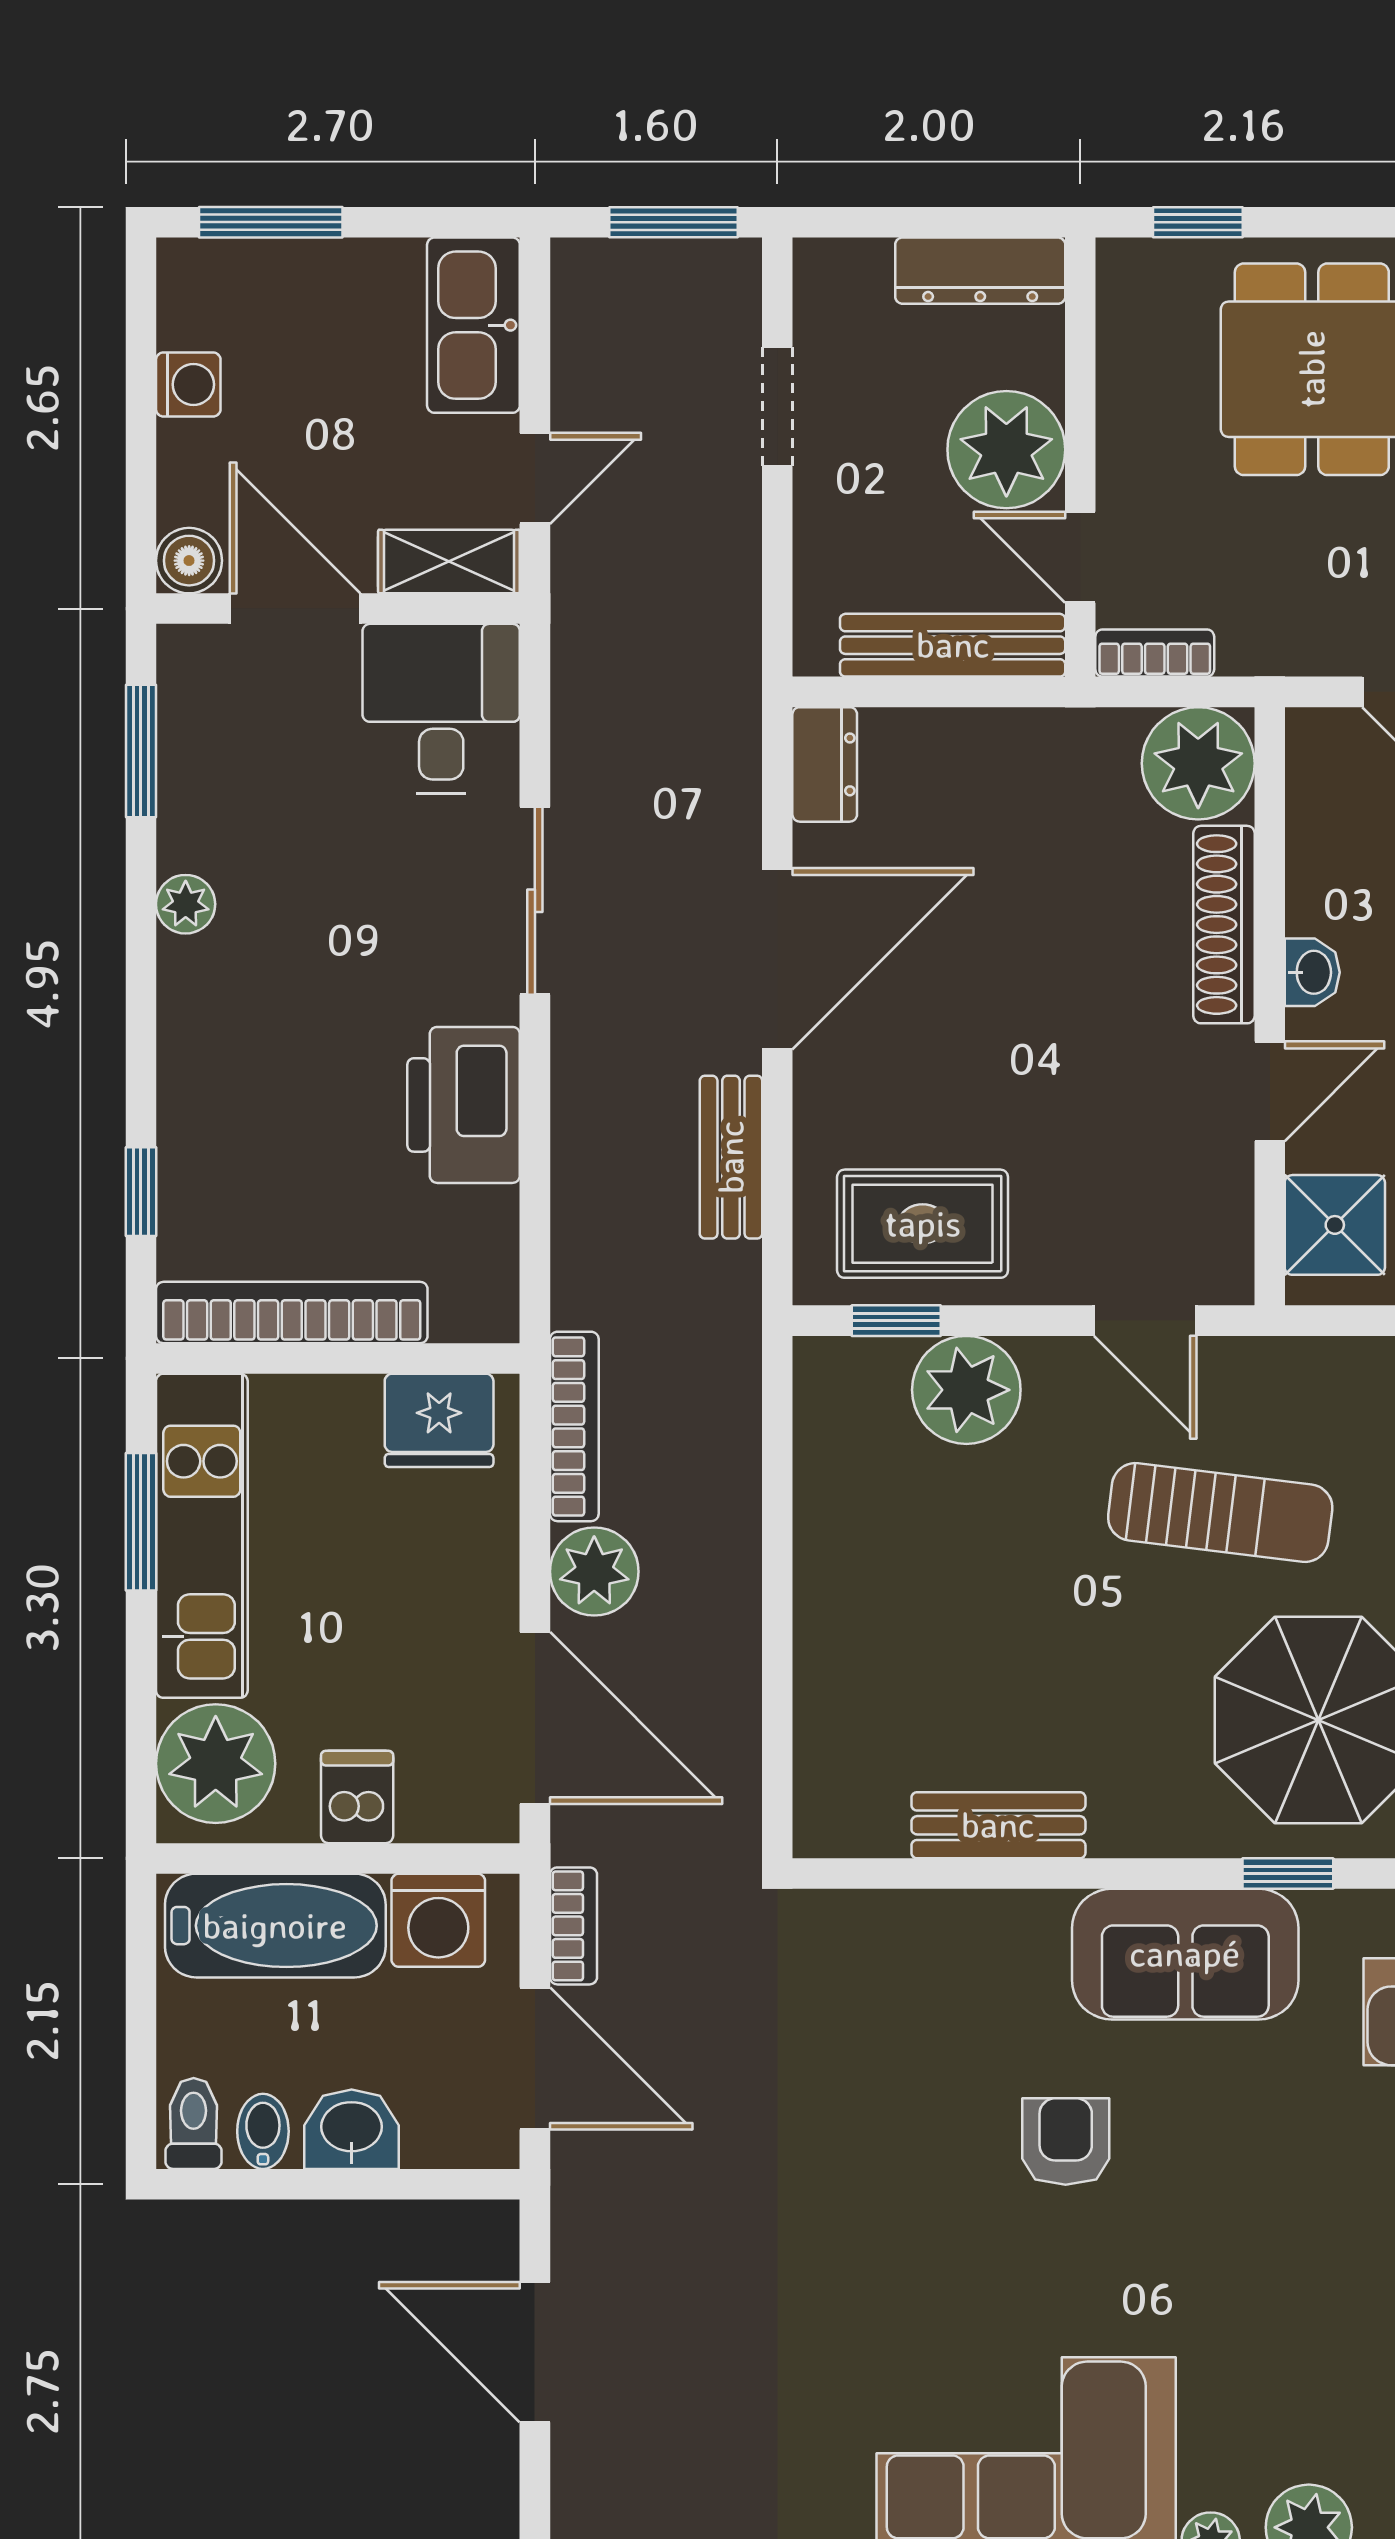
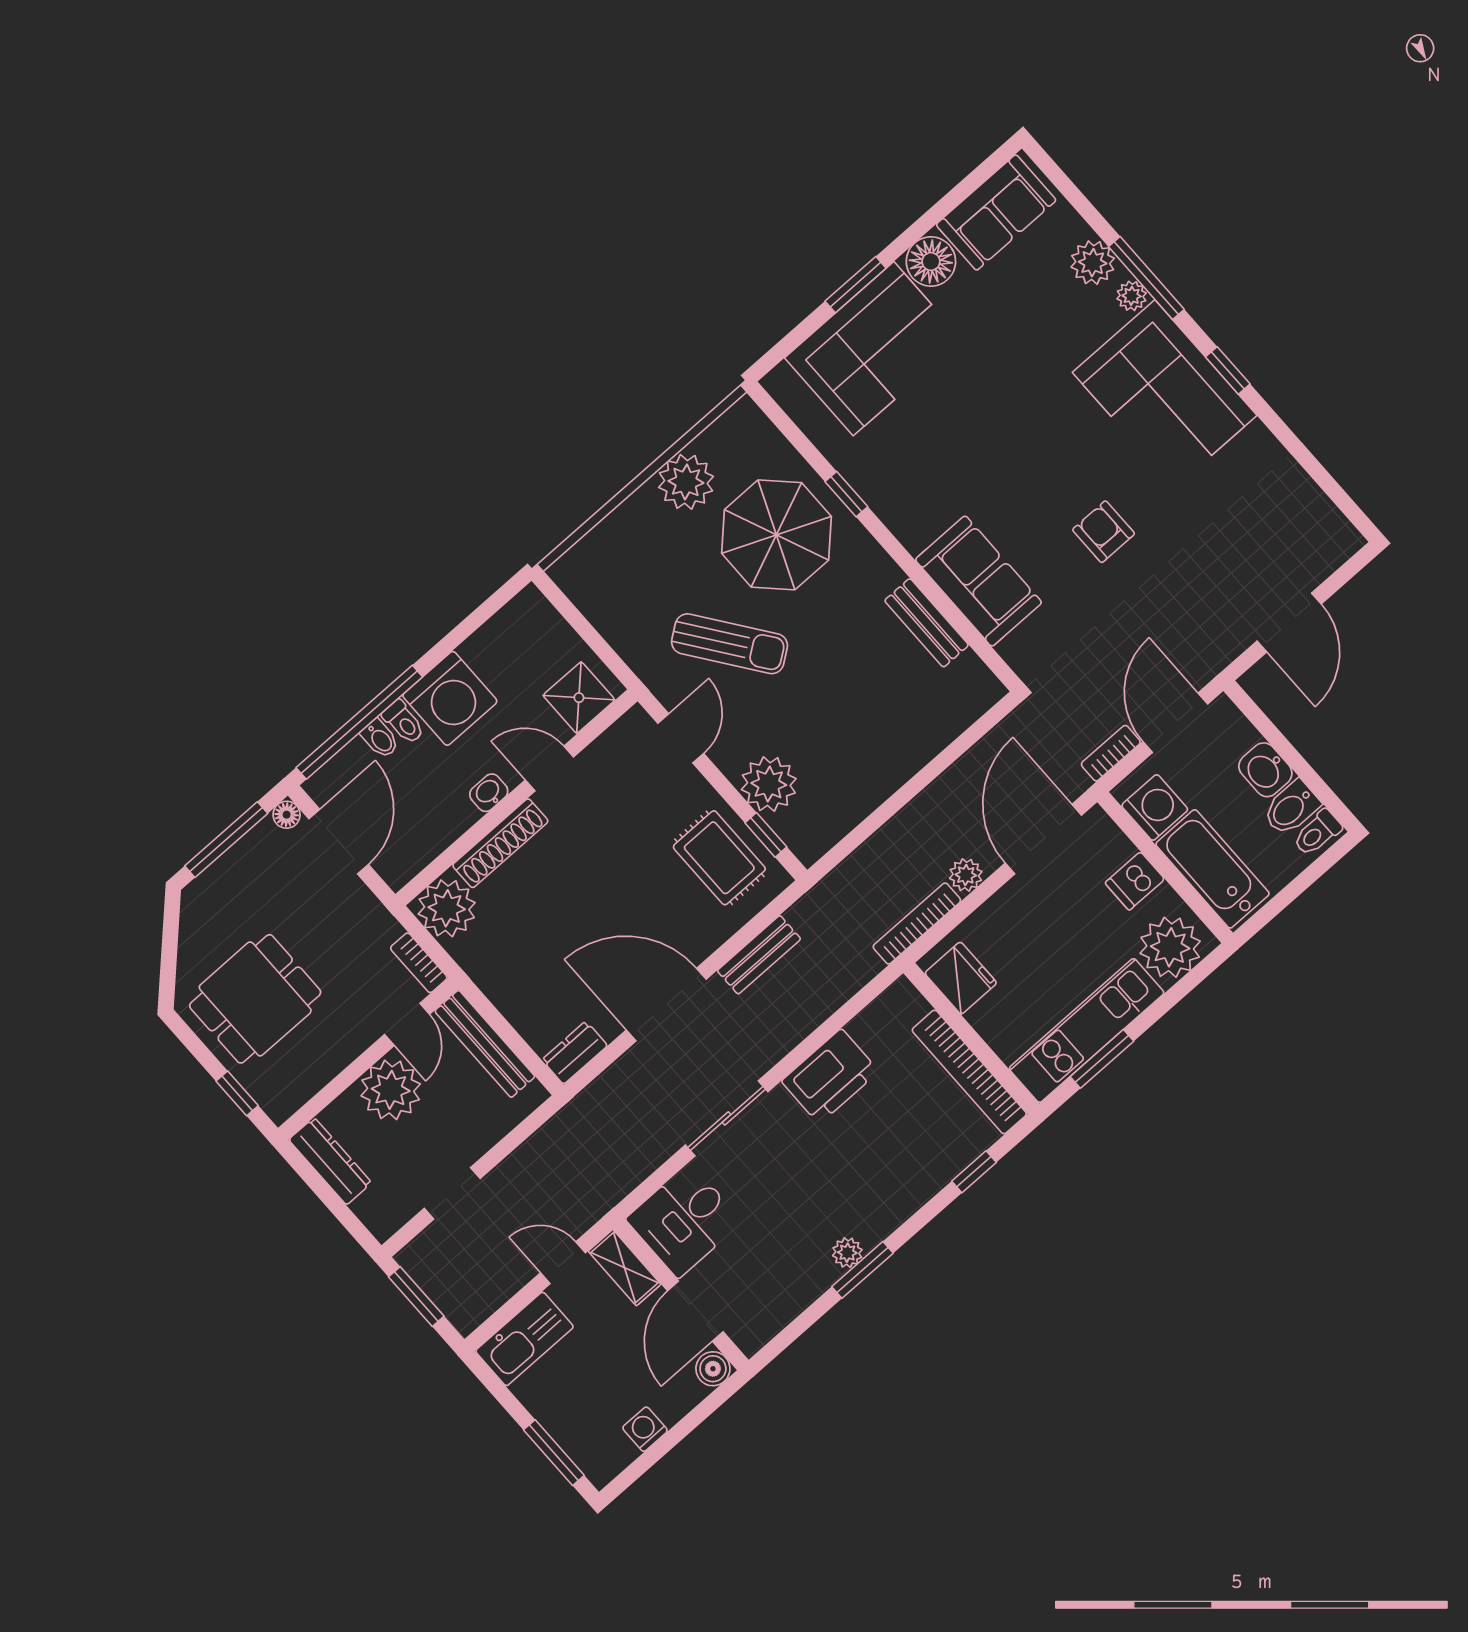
window: (141, 751) -> (862, 1270), moved
sun lounger: (1220, 1512) -> (730, 644), turned 137
plant: (594, 1572) -> (966, 875), width x0.73, depth x0.73
sofa: (1185, 1954) -> (978, 581), moved
bidet: (263, 2131) -> (1291, 808), width x1.38, depth x1.36
armchair: (1066, 2142) -> (1104, 532), moved, turned 90

